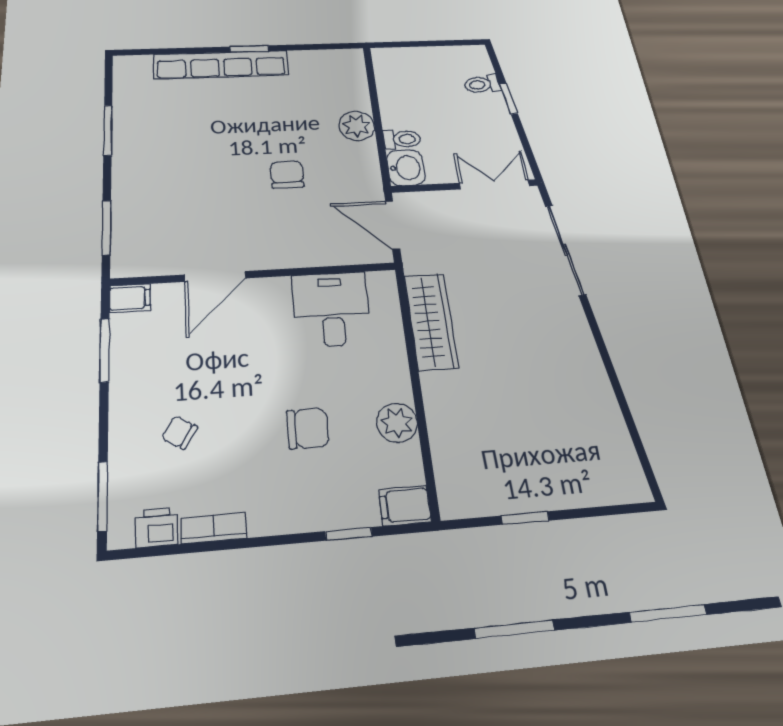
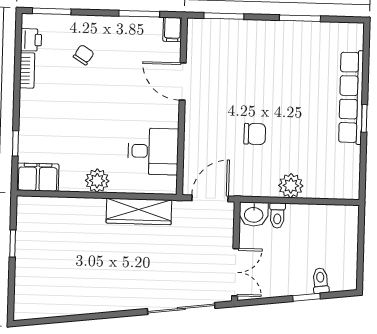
plant: (397, 423) -> (97, 181), moved
chair: (308, 428) -> (78, 128), removed
filing cabinet: (405, 505) -> (38, 177), width x2.00

